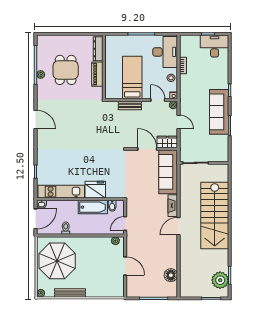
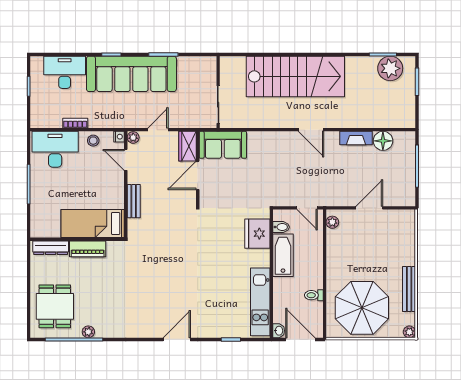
desk: (215, 46) -> (65, 72), moved, turned 90
dining table: (66, 70) -> (55, 306), moved, turned 90
bed: (132, 77) -> (93, 223), moved
door: (158, 100) -> (126, 160), hinge flipped
sofa: (219, 112) -> (131, 74), width x1.36, depth x1.27
door: (36, 120) -> (177, 339), moved
sofa: (168, 172) -> (223, 145), width x0.73
fridge: (95, 190) -> (257, 234), moved
fireplace: (173, 206) -> (356, 138), moved

